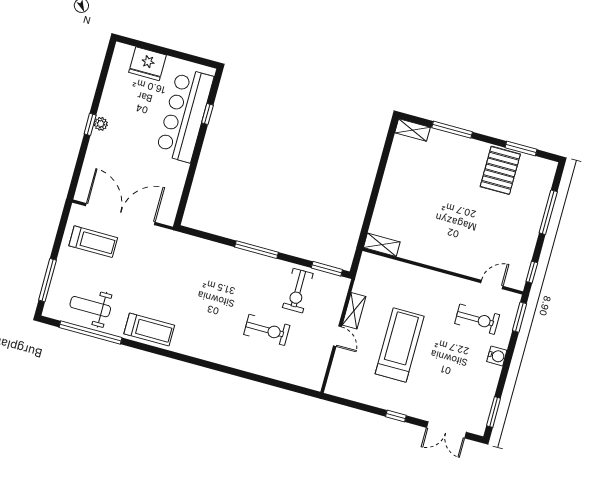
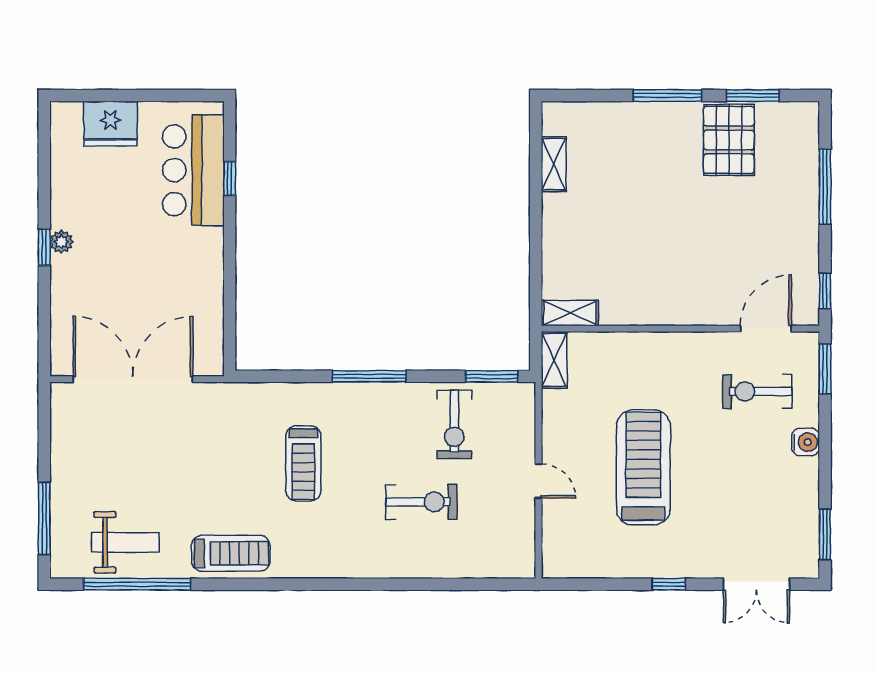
bar counter: (185, 115) -> (193, 170), width x0.73
shelving: (413, 130) -> (554, 164), moved, turned 90
window: (452, 130) -> (667, 96), moved
treadmill: (93, 242) -> (303, 463), moved, turned 90
door: (492, 284) -> (766, 329), width x1.38
weight bench: (90, 307) -> (125, 542), turned 180
shelving: (354, 311) -> (554, 360), moved
exercise bike: (477, 319) -> (757, 391), turned 180

